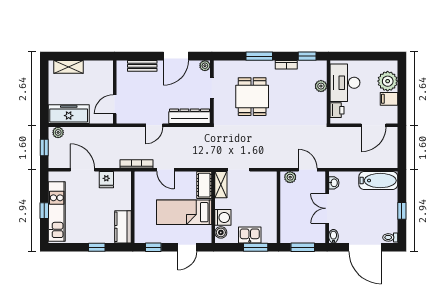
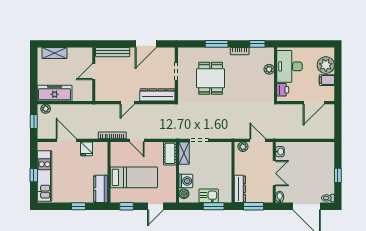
bench: (142, 66) -> (113, 52), width x1.36
plant: (205, 66) -> (170, 52), removed
door: (115, 104) -> (94, 72), moved
bathtub: (378, 181) -> (318, 150), removed
double door: (327, 208) -> (274, 173), swing flipped
bed: (184, 212) -> (134, 177), moved, turned 180
dresser: (287, 227) -> (240, 189), added

